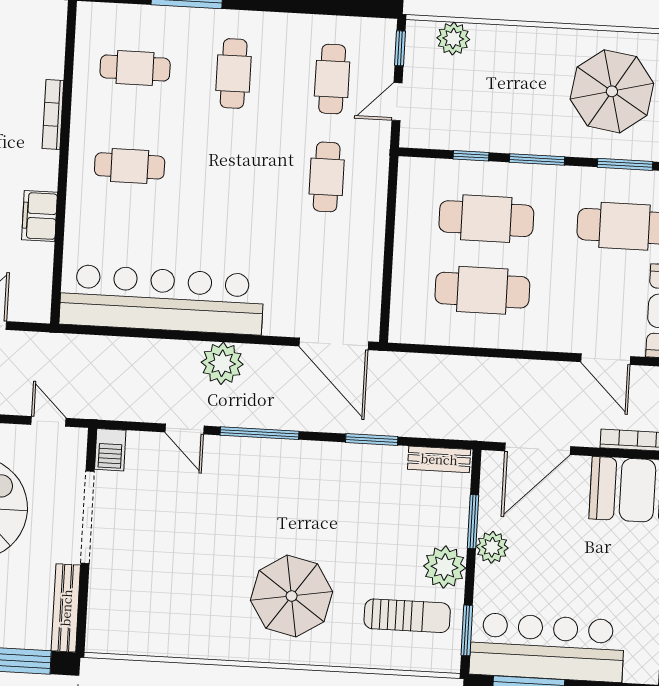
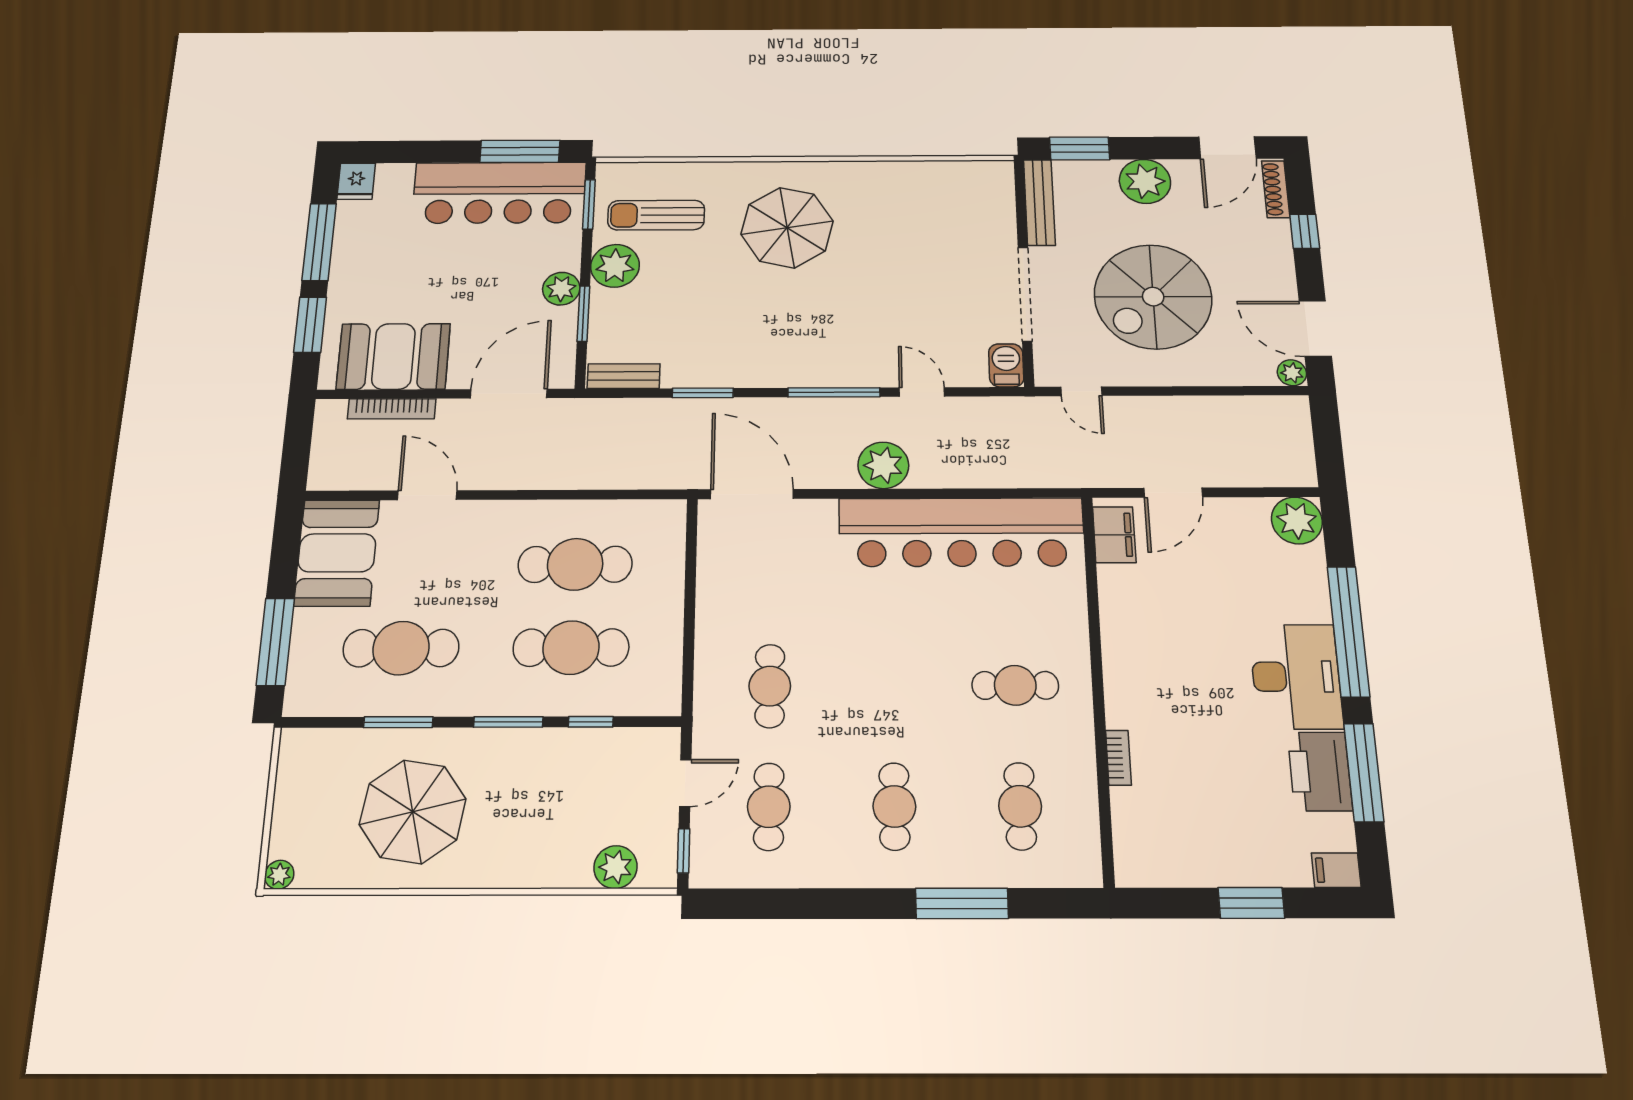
cafe table: (135, 68) -> (1020, 806), turned 90
bookcase: (53, 115) -> (1118, 758), width x0.64
filing cabinet: (40, 216) -> (1114, 535), moved

